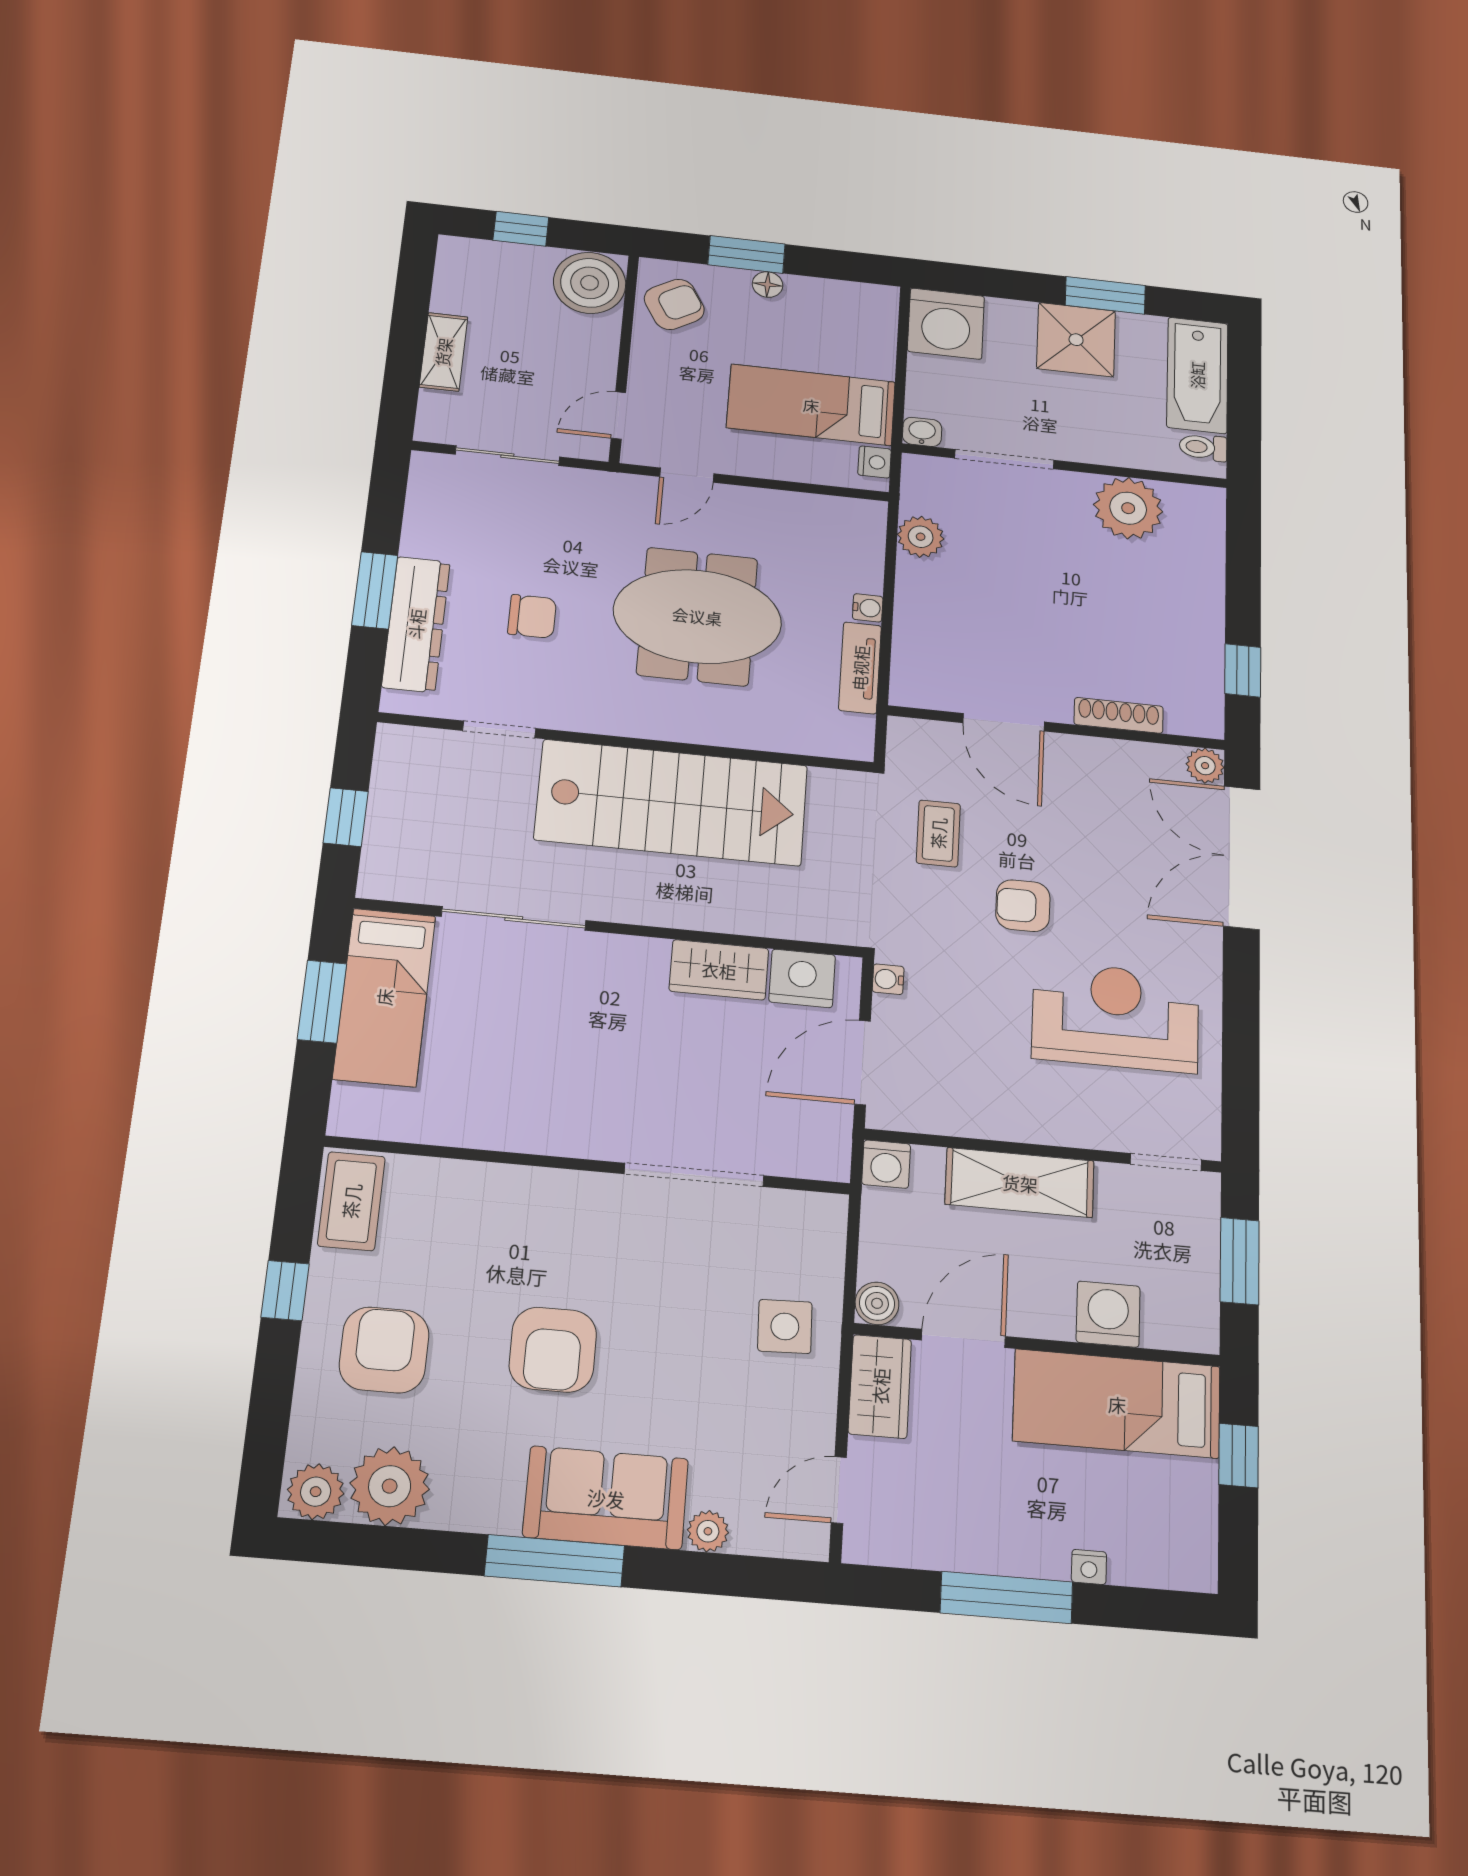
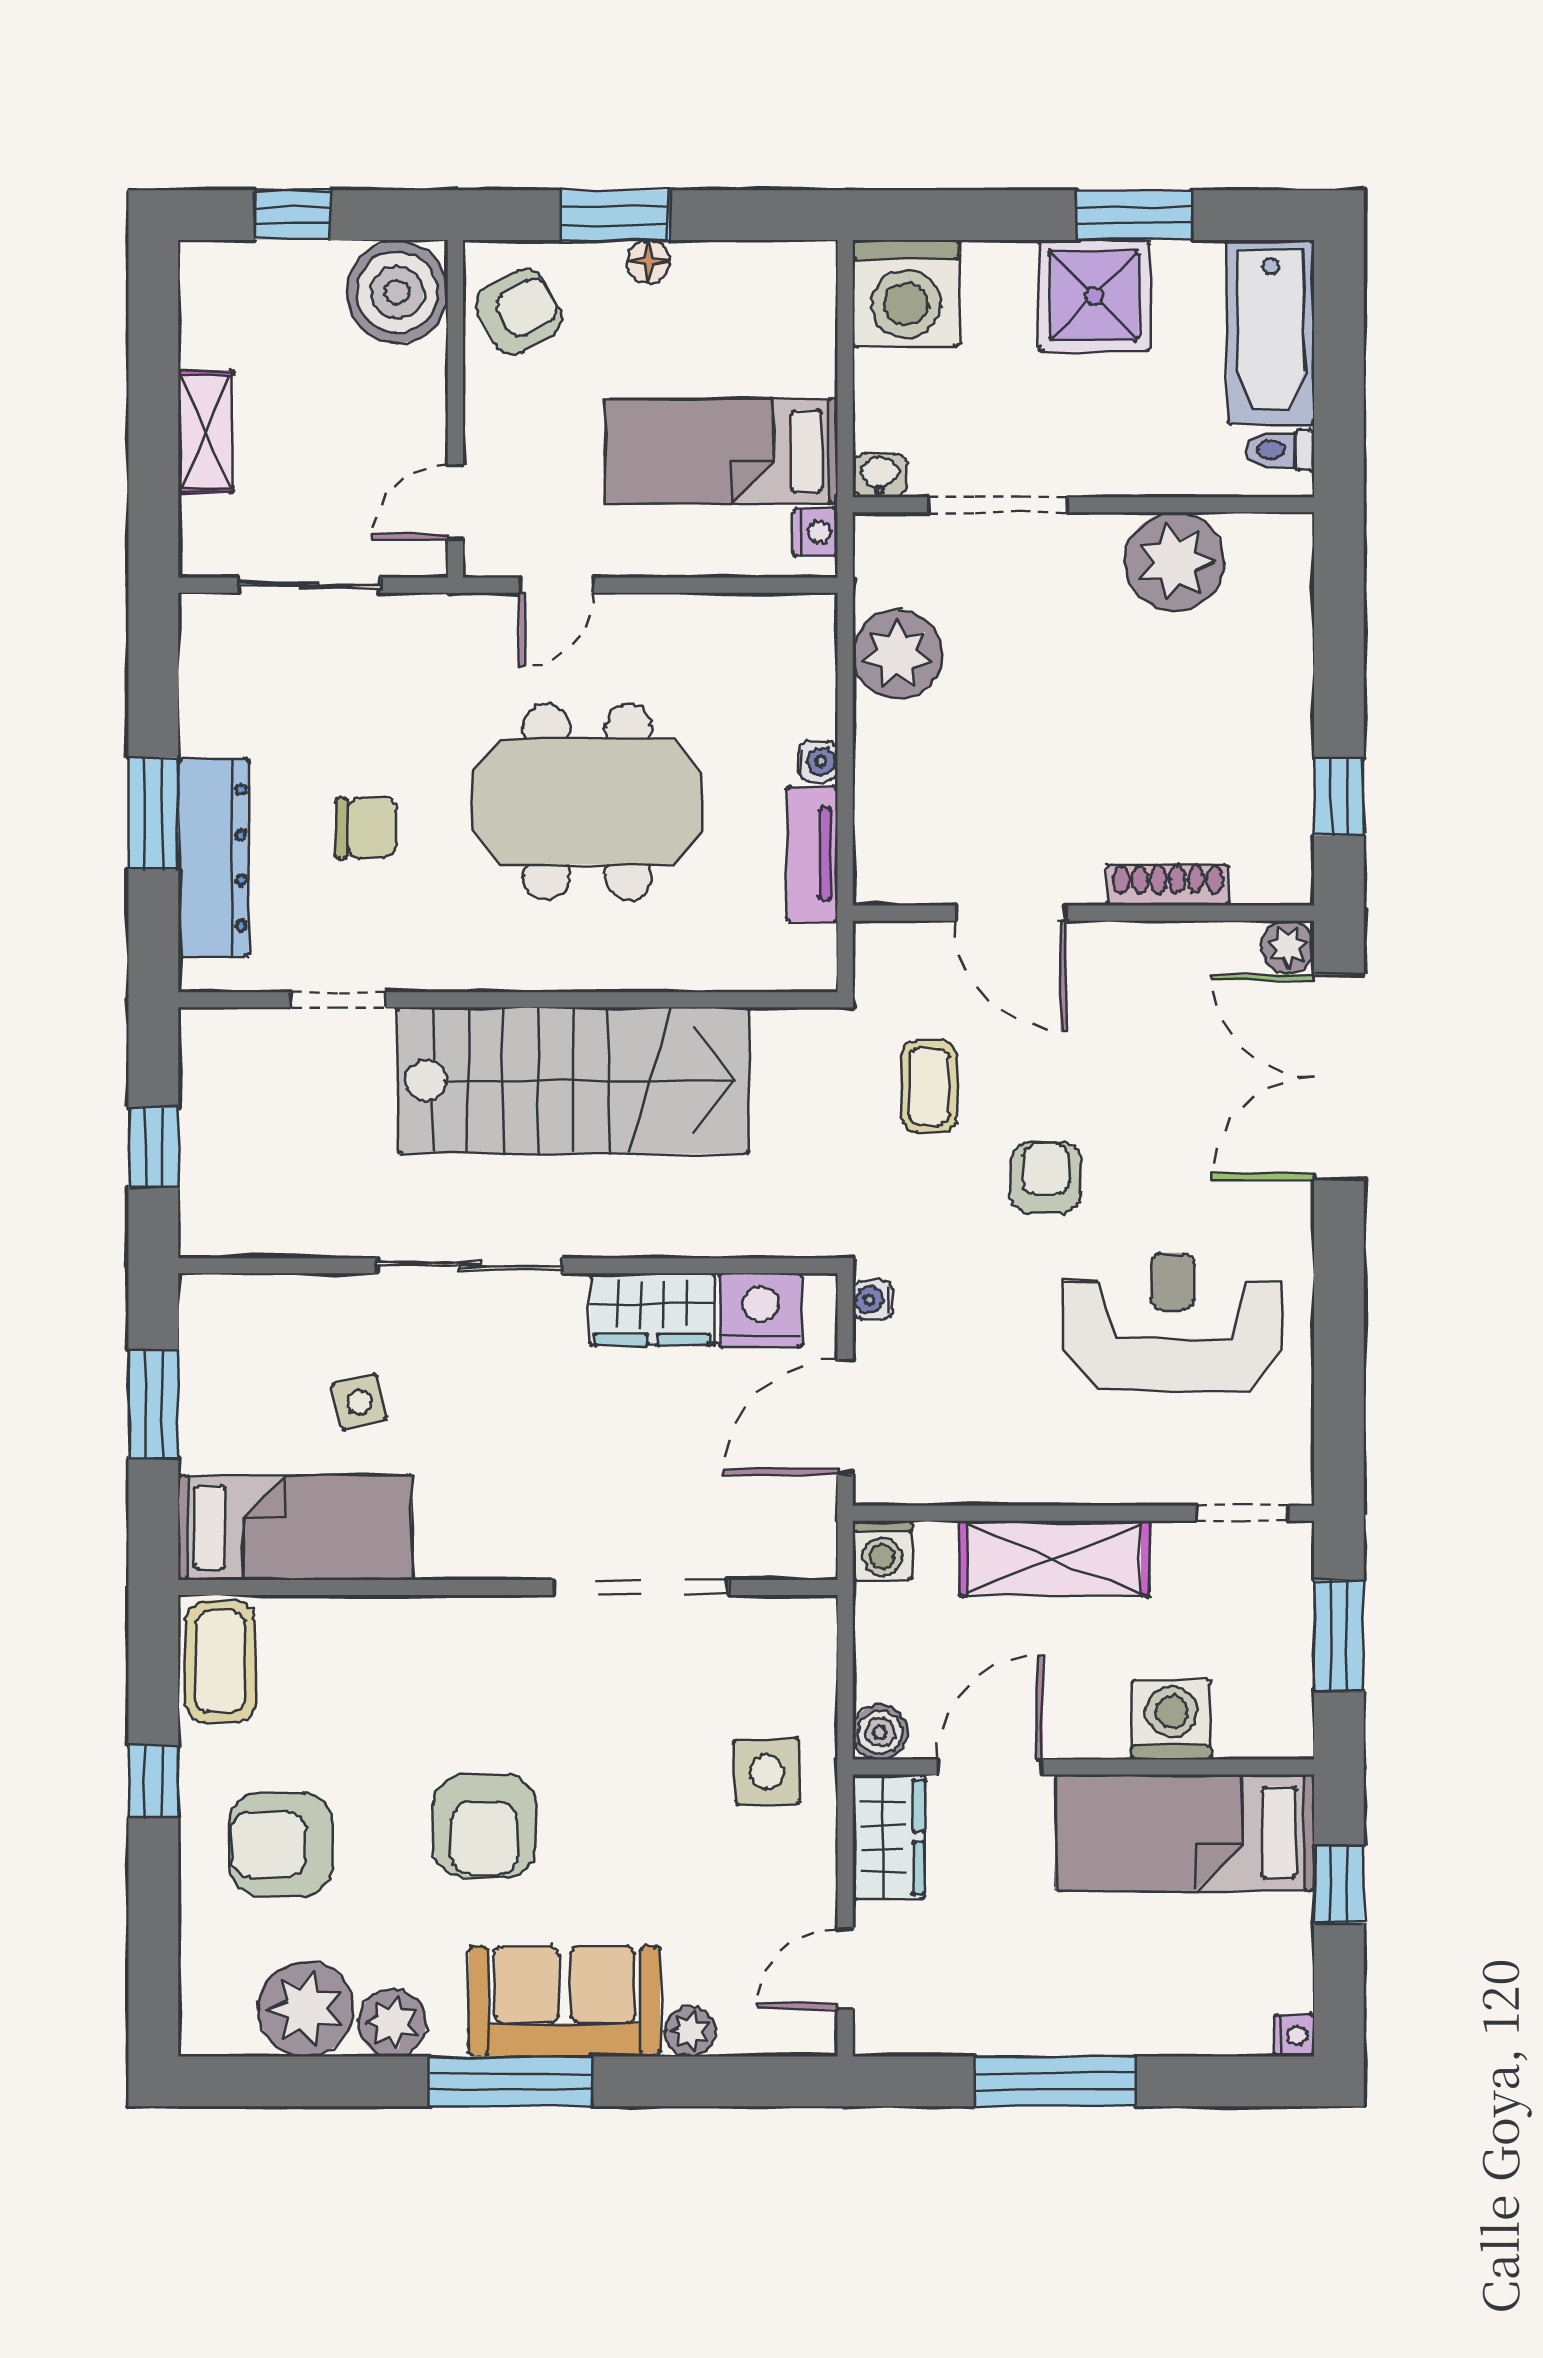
plant: (921, 537) -> (897, 654), width x1.36, depth x1.36
armchair: (1023, 906) -> (1046, 1178), turned 90
sliding door: (514, 918) -> (469, 1266), moved
bed: (384, 997) -> (295, 1528), moved, turned -90
side table: (485, 1015) -> (359, 1402), added
armchair: (384, 1350) -> (281, 1844), turned -90
plant: (316, 1492) -> (392, 2023), moved
nightstand: (1089, 1567) -> (1294, 2035), moved, turned -90

